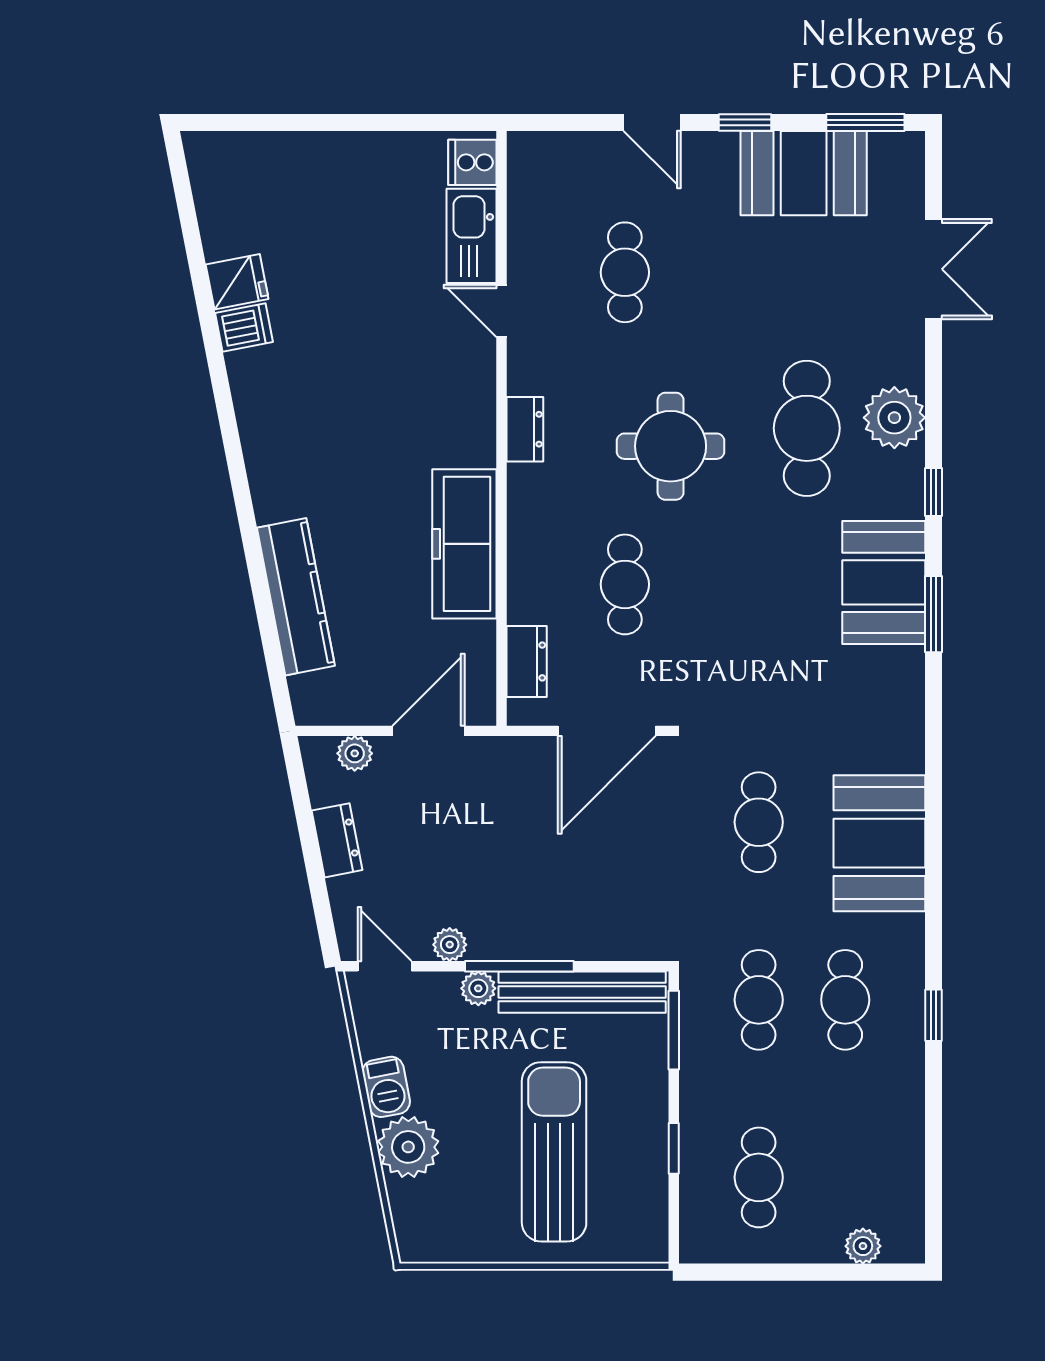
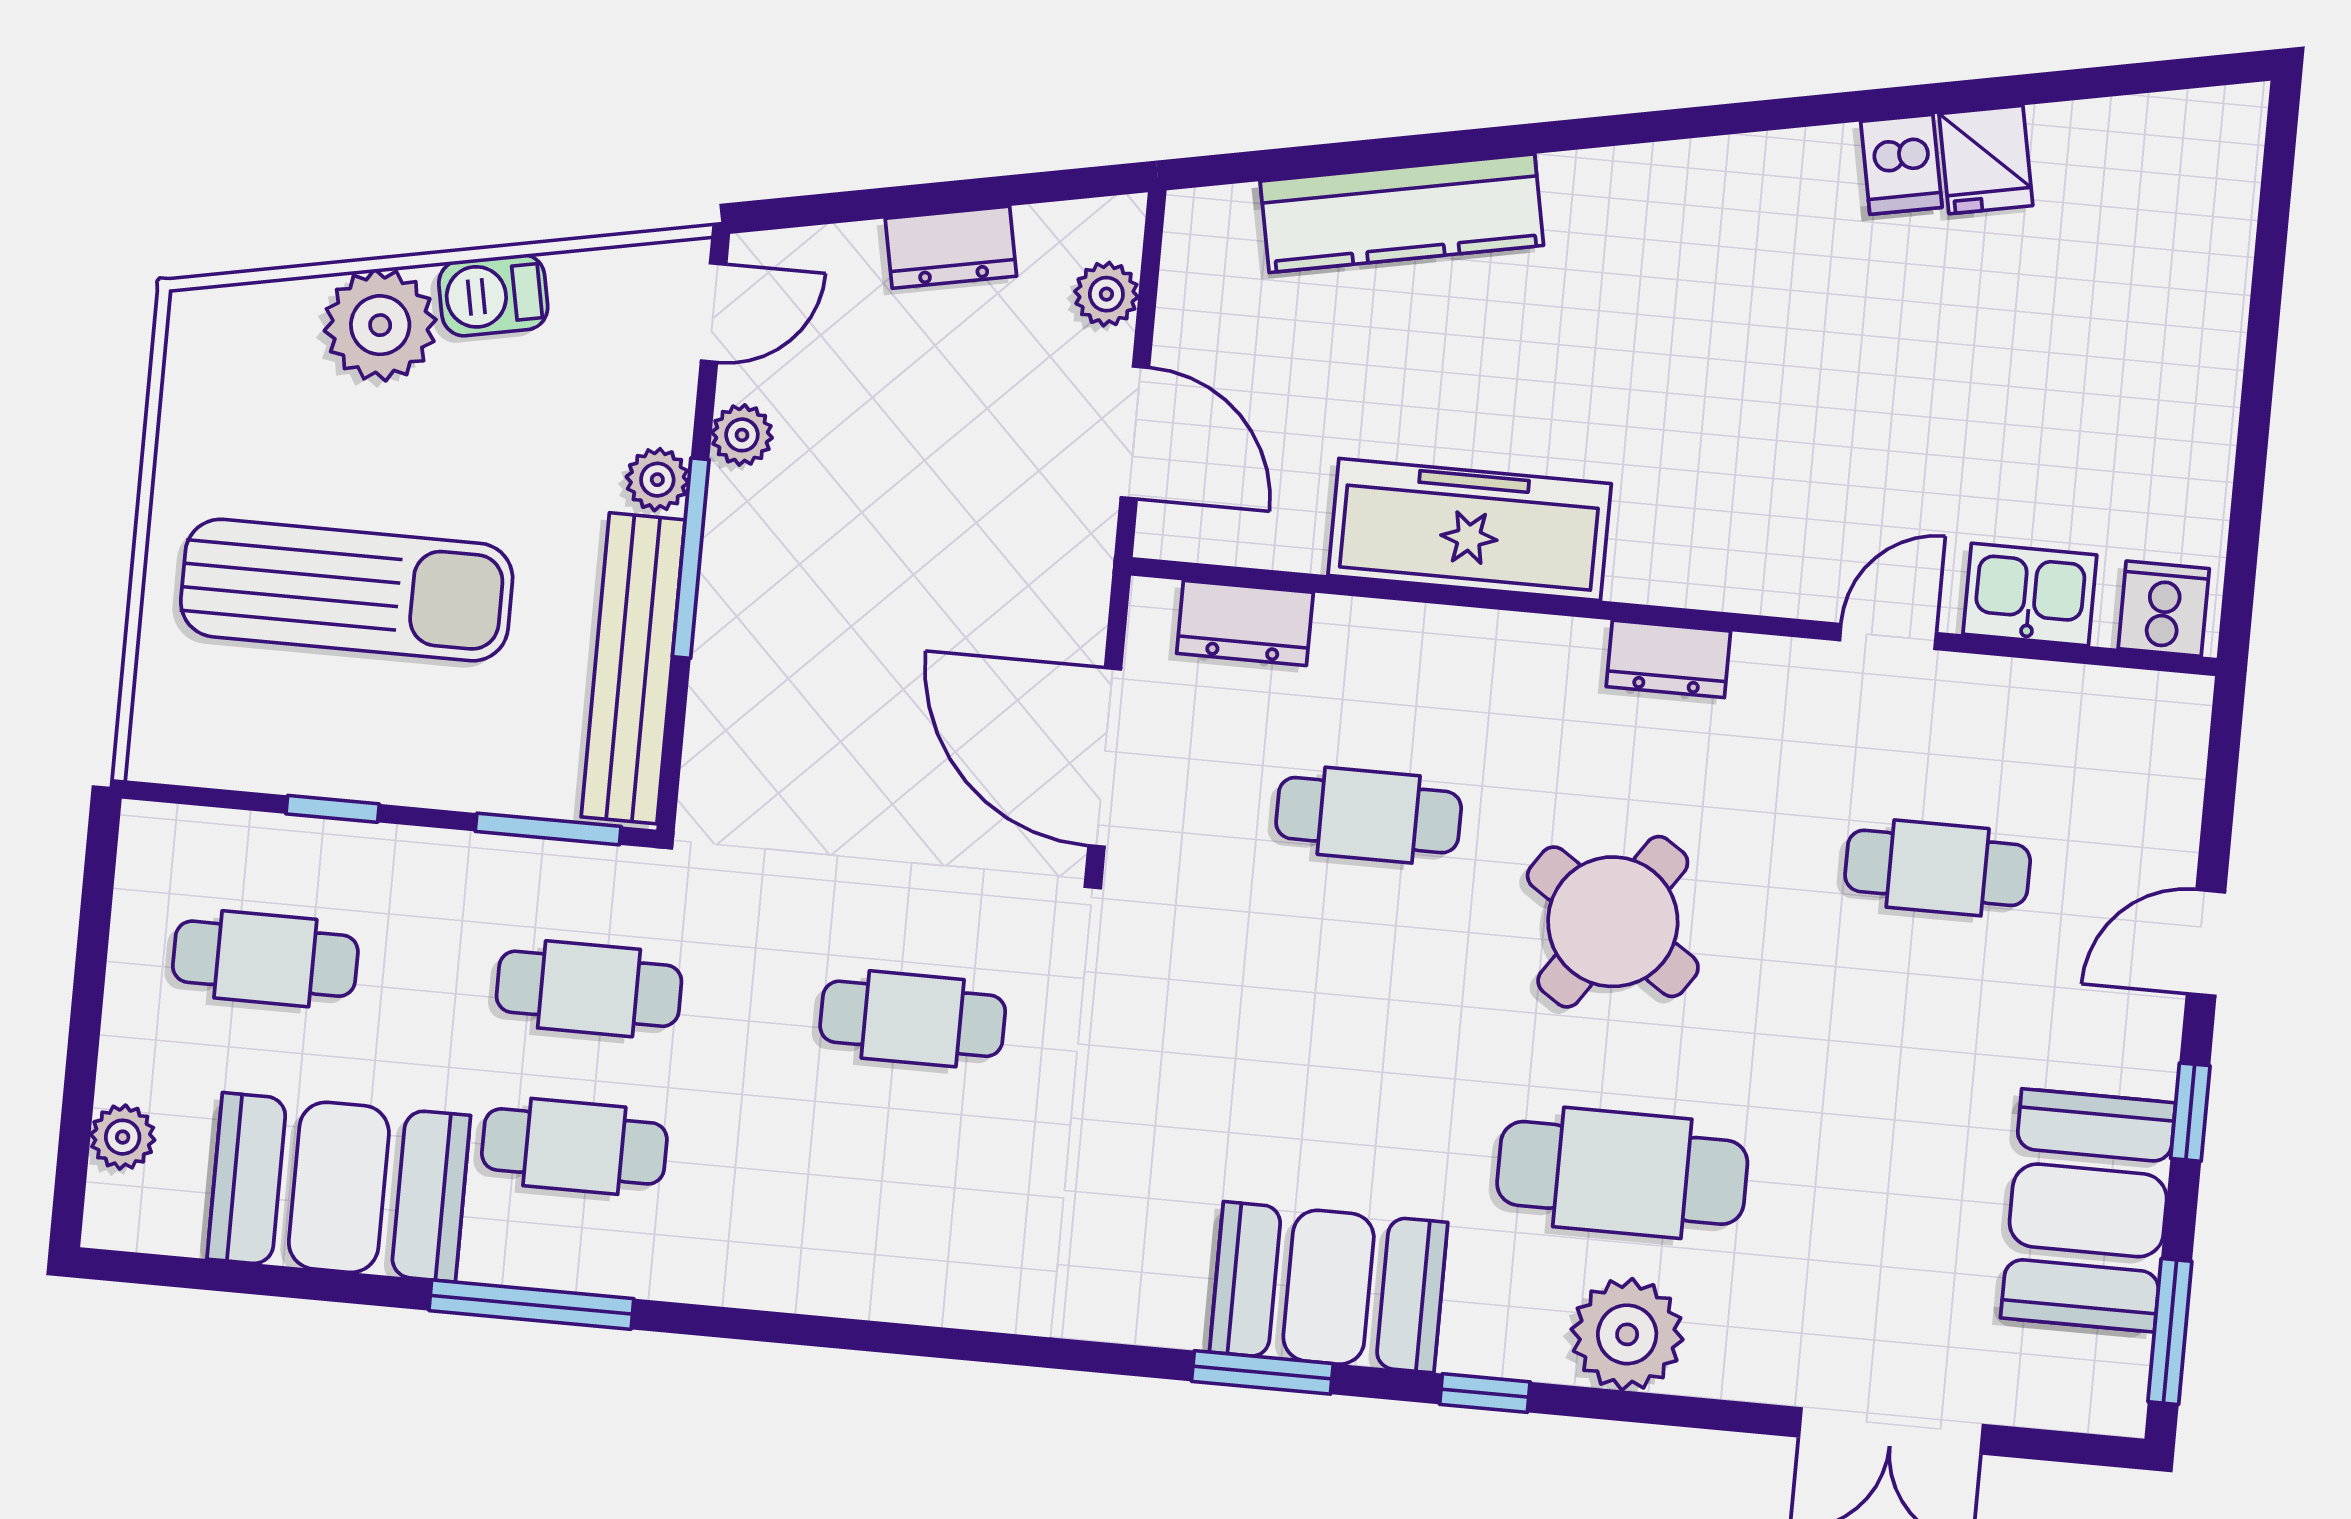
kitchen sink: (472, 236) -> (2030, 595), width x0.73
round table: (671, 446) -> (1613, 922), turned 34
booth: (879, 843) -> (339, 1187), moved
window: (933, 1015) -> (531, 1305), width x2.17

